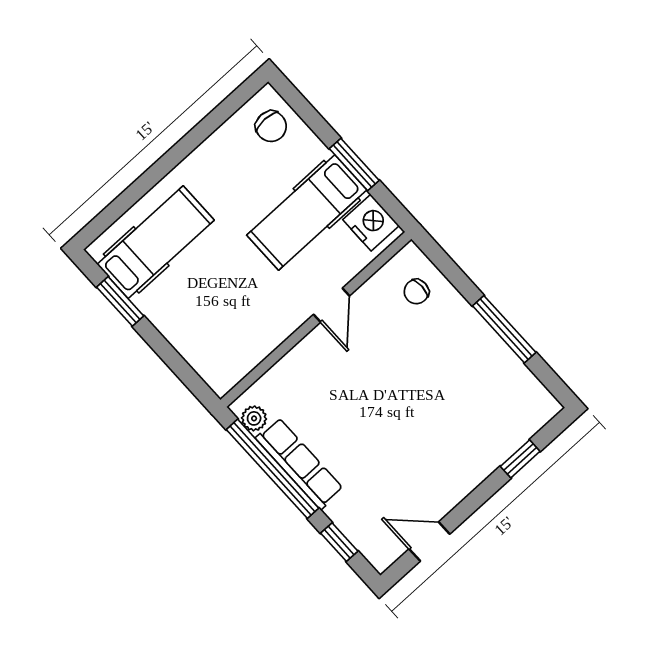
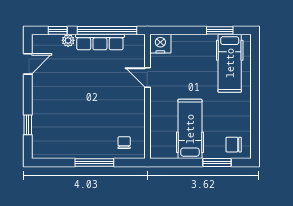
window: (354, 164) -> (217, 162), moved
nightstand: (371, 223) -> (160, 44), moved, turned 180
door: (332, 305) -> (147, 77), moved
window: (504, 329) -> (94, 162), moved
plant: (254, 418) -> (68, 40), moved

